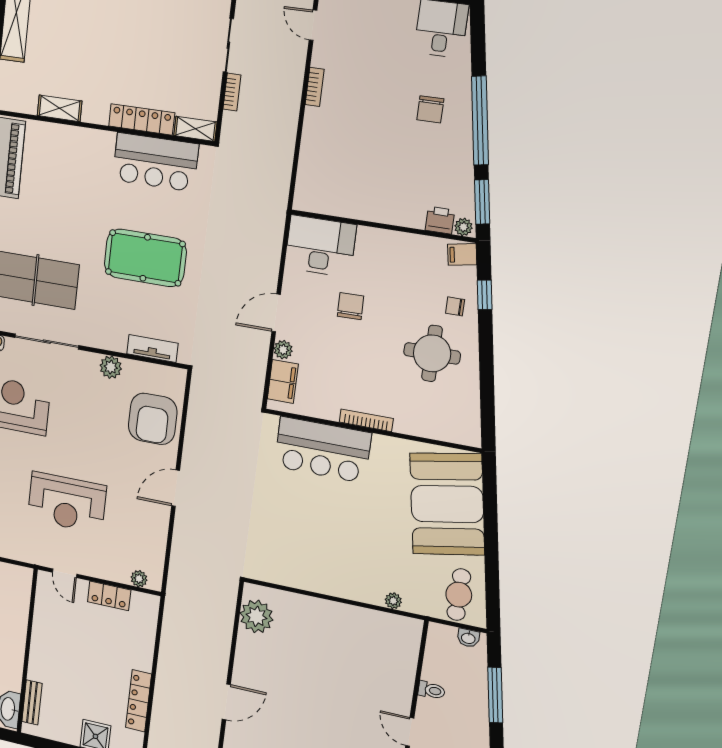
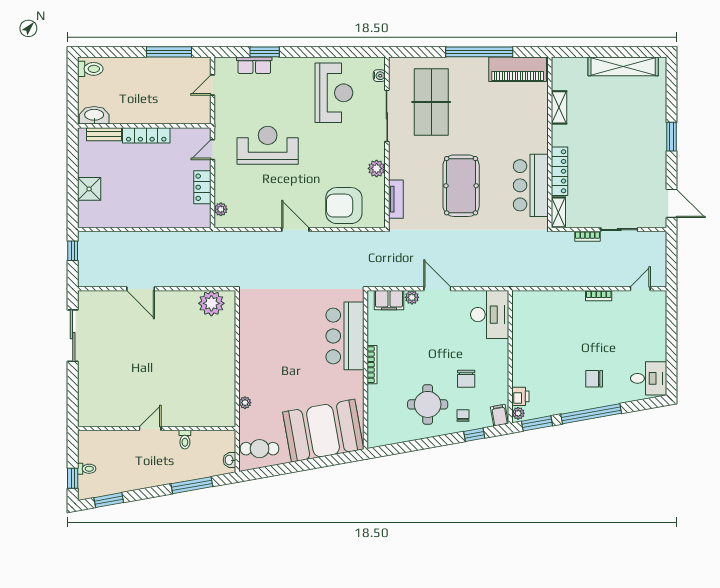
chair: (350, 306) -> (466, 379), moved, turned 91
reception desk: (67, 502) -> (268, 145), turned 90
locker: (138, 701) -> (146, 135), moved, turned 180

